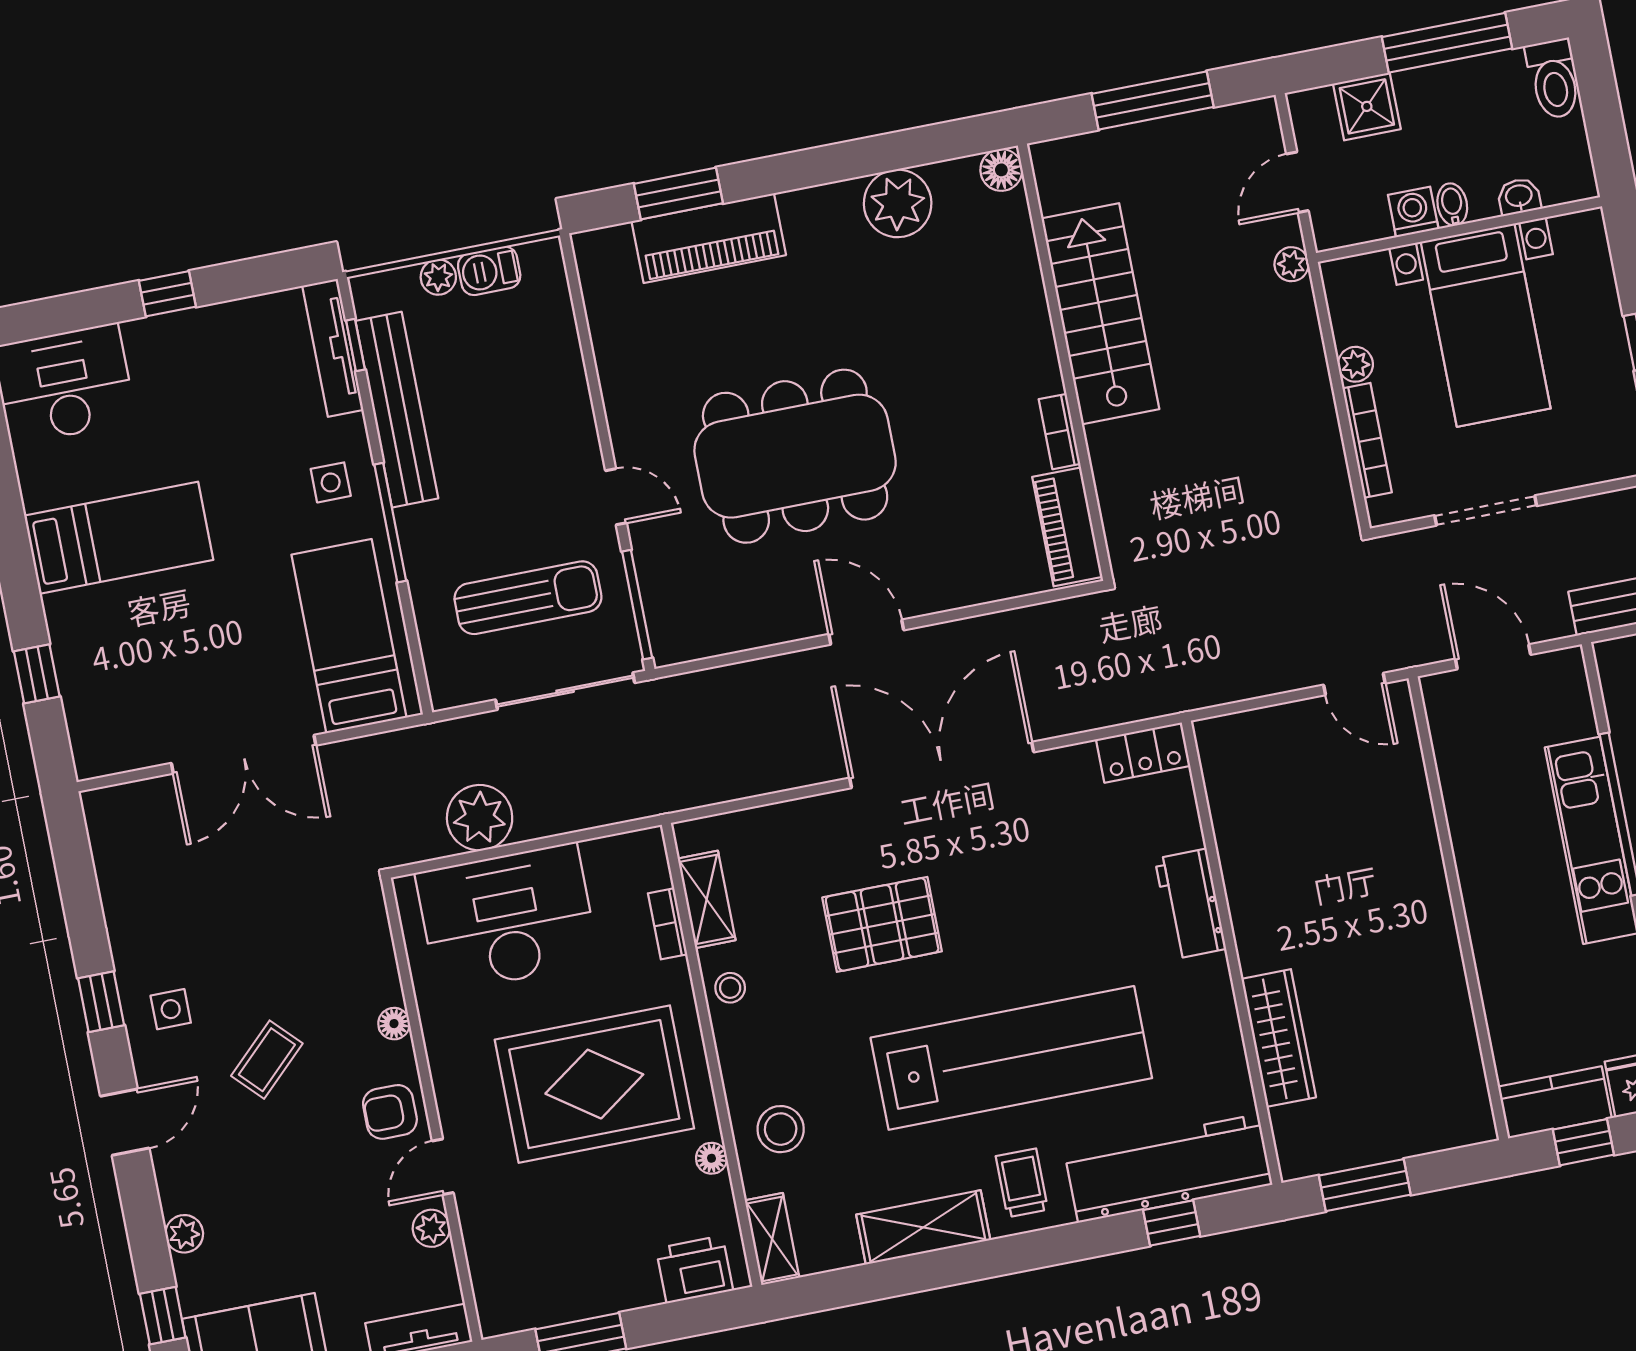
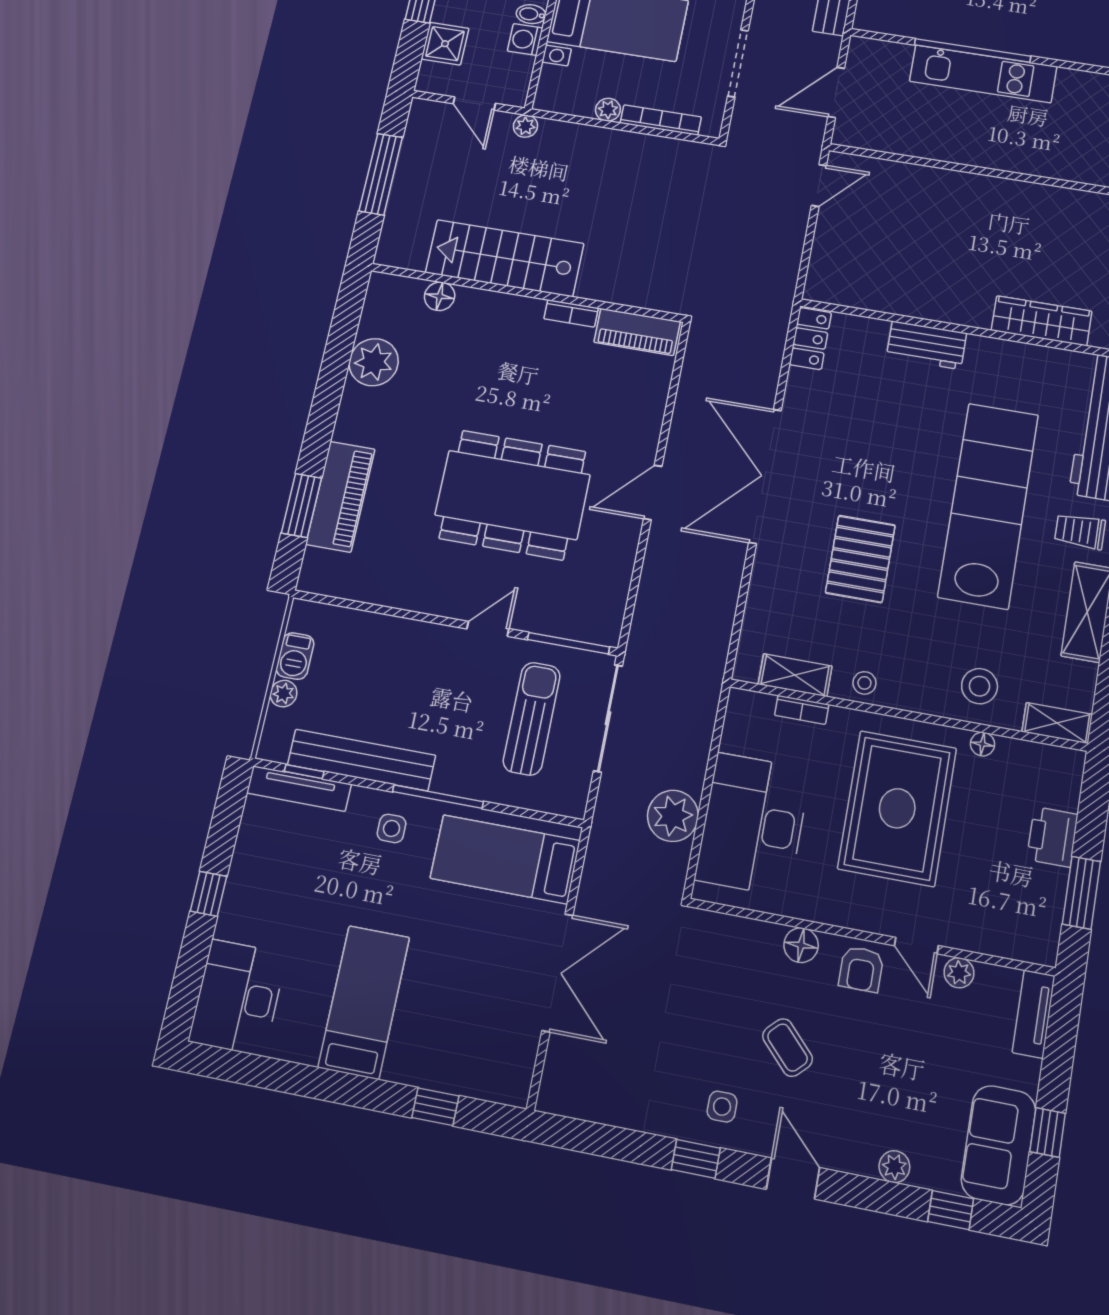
floor lamp: (1001, 170) -> (440, 296), moved
dining table: (795, 456) -> (513, 495), turned 90
floor lamp: (394, 1024) -> (801, 945), width x1.37, depth x1.37
printer: (695, 1269) -> (1052, 837), moved

